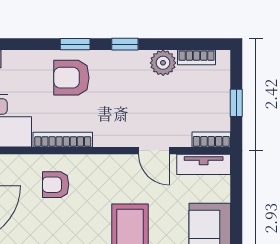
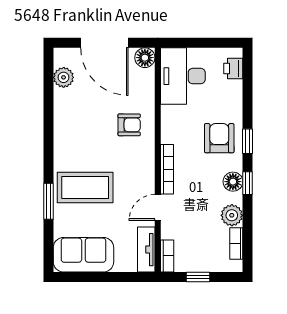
floor lamp: (123, 61) -> (233, 182), added
bookcase: (63, 140) -> (167, 169), moved
armchair: (56, 185) -> (129, 125), turned 90

